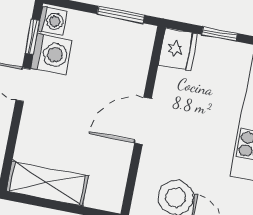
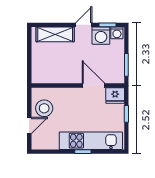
door: (143, 121) -> (93, 85), moved
shelving: (47, 184) -> (55, 34), moved, turned 90

